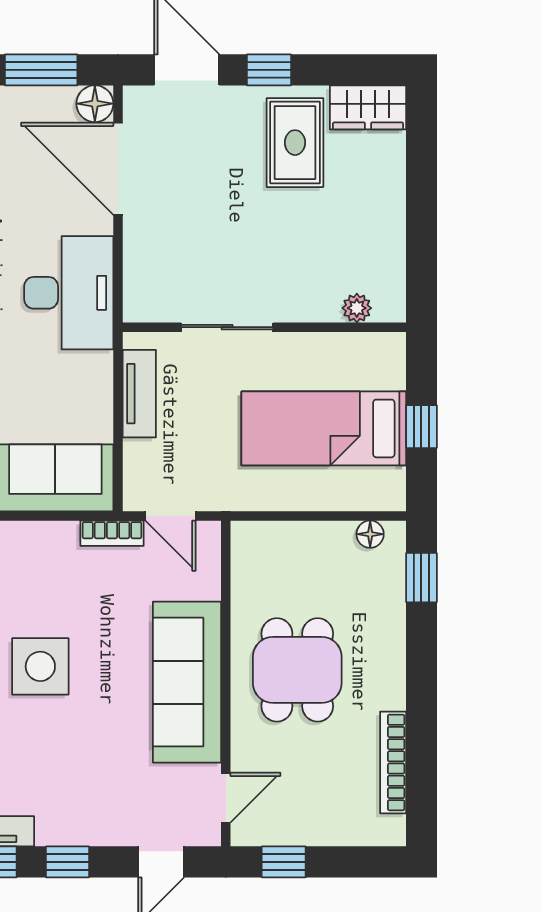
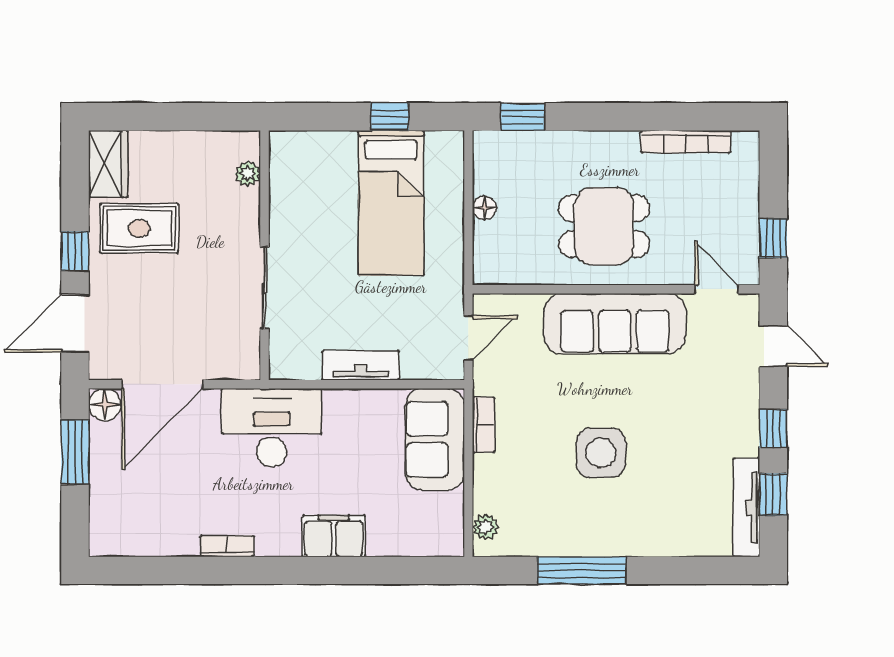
plant: (357, 308) -> (248, 174), moved
sliding door: (227, 327) -> (265, 288), moved
wall: (264, 327) -> (265, 255), moved
bookcase: (112, 533) -> (484, 425), moved
floor lamp: (370, 534) -> (484, 208), moved

